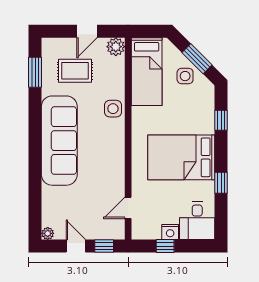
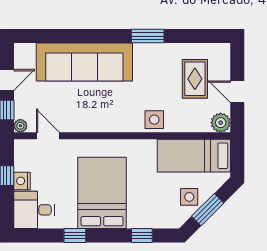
window: (35, 72) -> (148, 36), moved
sofa: (59, 141) -> (84, 62), moved
plant: (48, 233) -> (20, 126), moved

